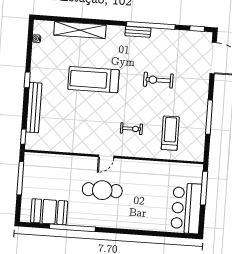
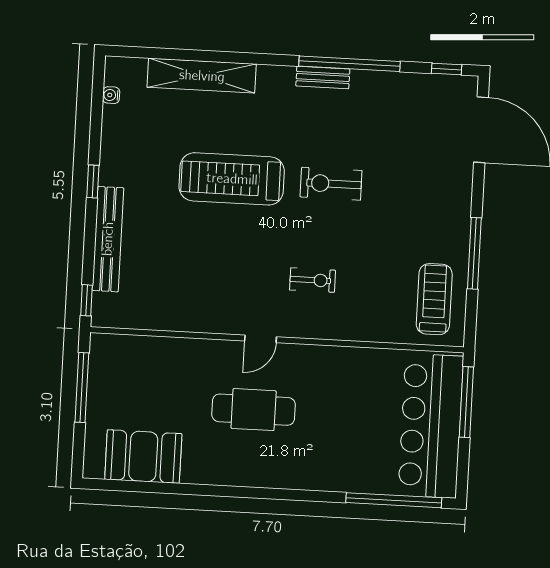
exercise bike: (158, 80) -> (331, 184), moved
treadmill: (170, 133) -> (434, 299), moved
bar counter: (186, 208) -> (431, 426), width x1.36
window: (72, 228) -> (394, 500), moved

